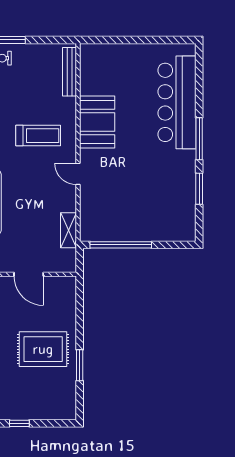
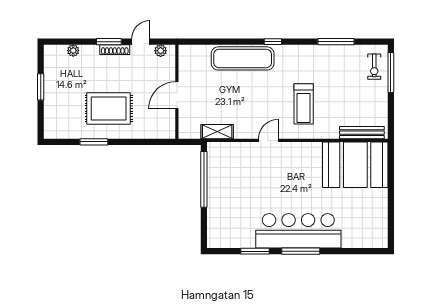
bar counter: (177, 102) -> (298, 231), moved
booth: (97, 122) -> (355, 165), moved, width x1.36, depth x1.42
rug: (43, 349) -> (109, 108), turned 90
window: (19, 423) -> (41, 87), width x1.50

